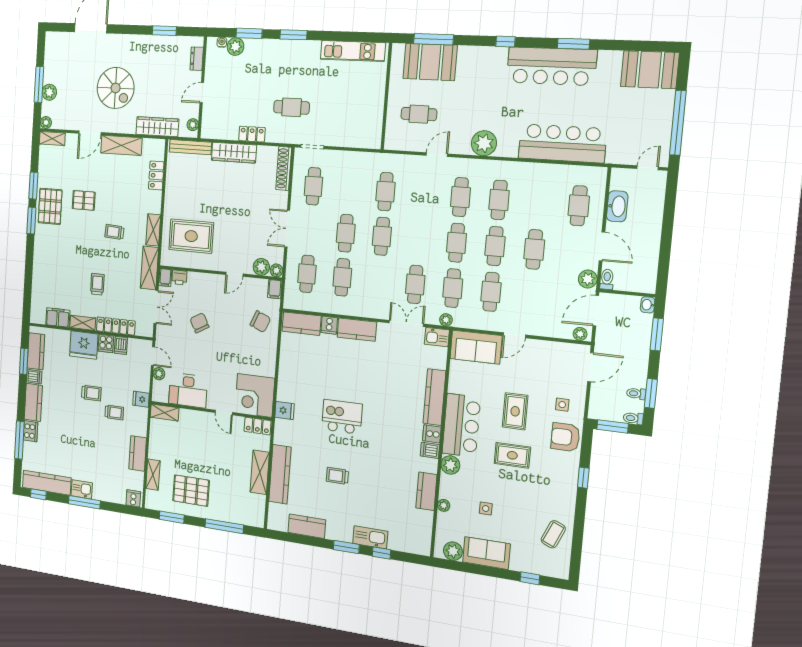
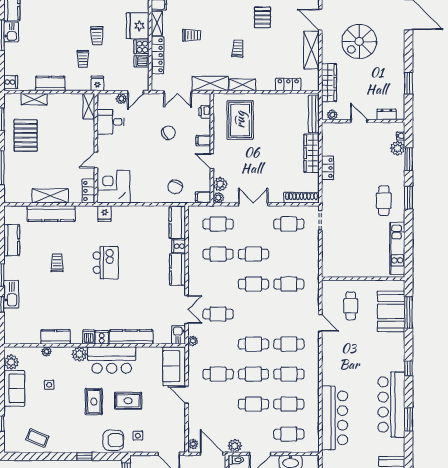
cafe table: (292, 107) -> (384, 201), moved
plant: (484, 143) -> (331, 359), removed
filing cabinet: (165, 278) -> (203, 141), moved
cafe table: (453, 288) -> (289, 404), moved
desk: (188, 390) -> (110, 122), width x0.73
armchair: (565, 437) -> (113, 440), turned 90

